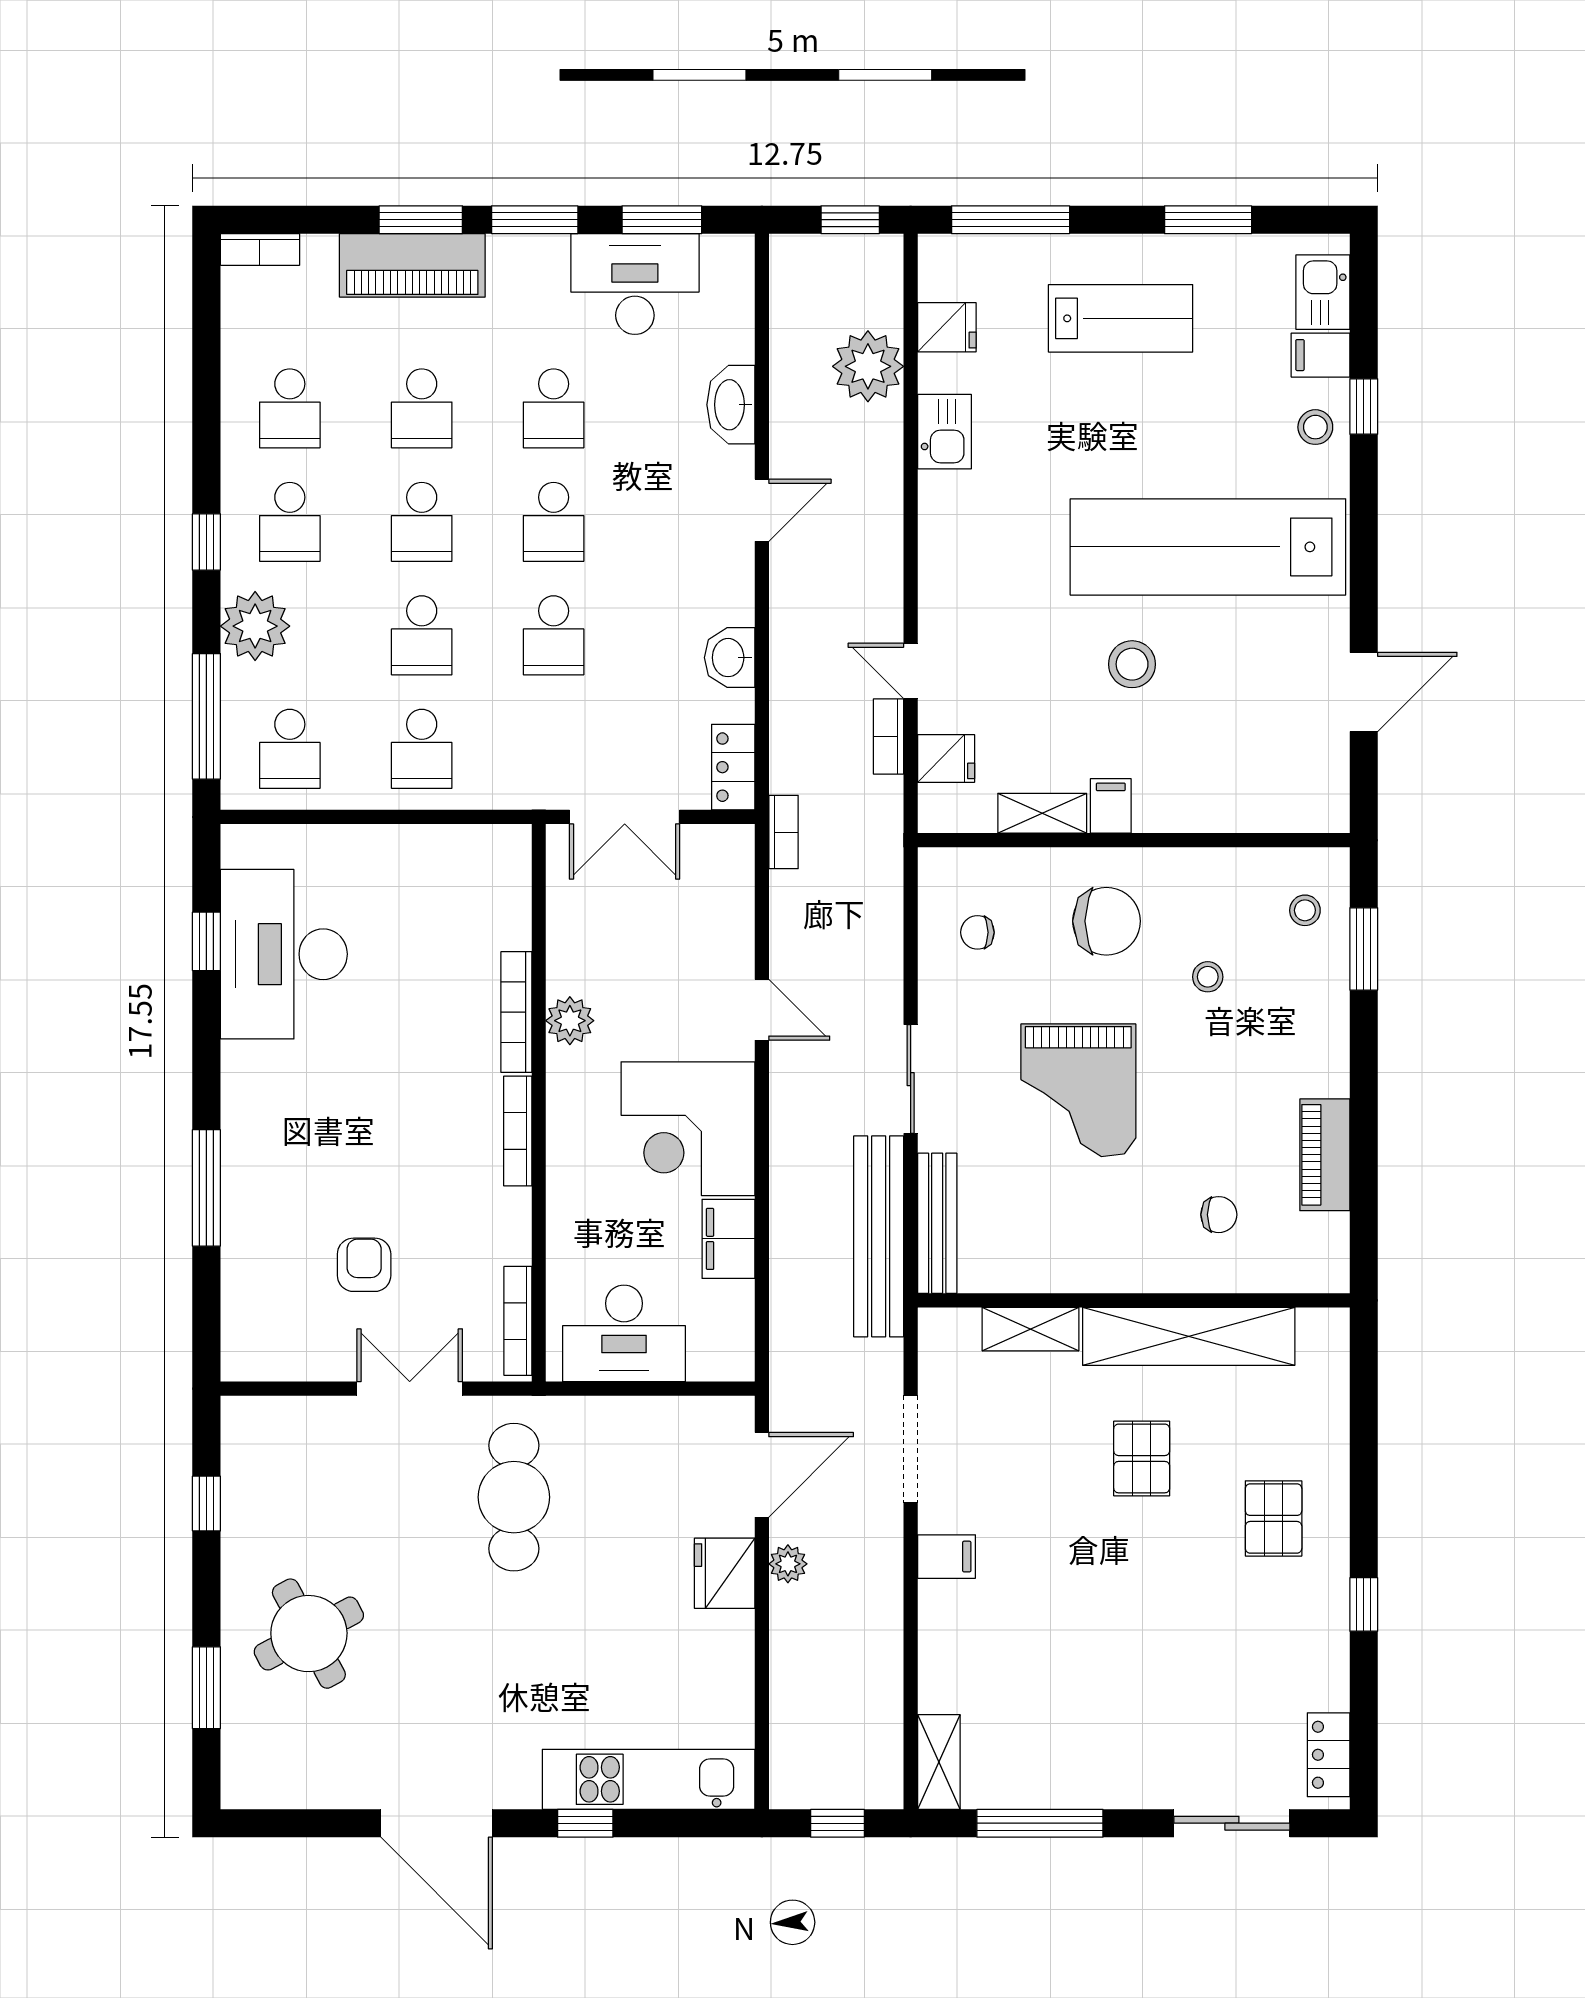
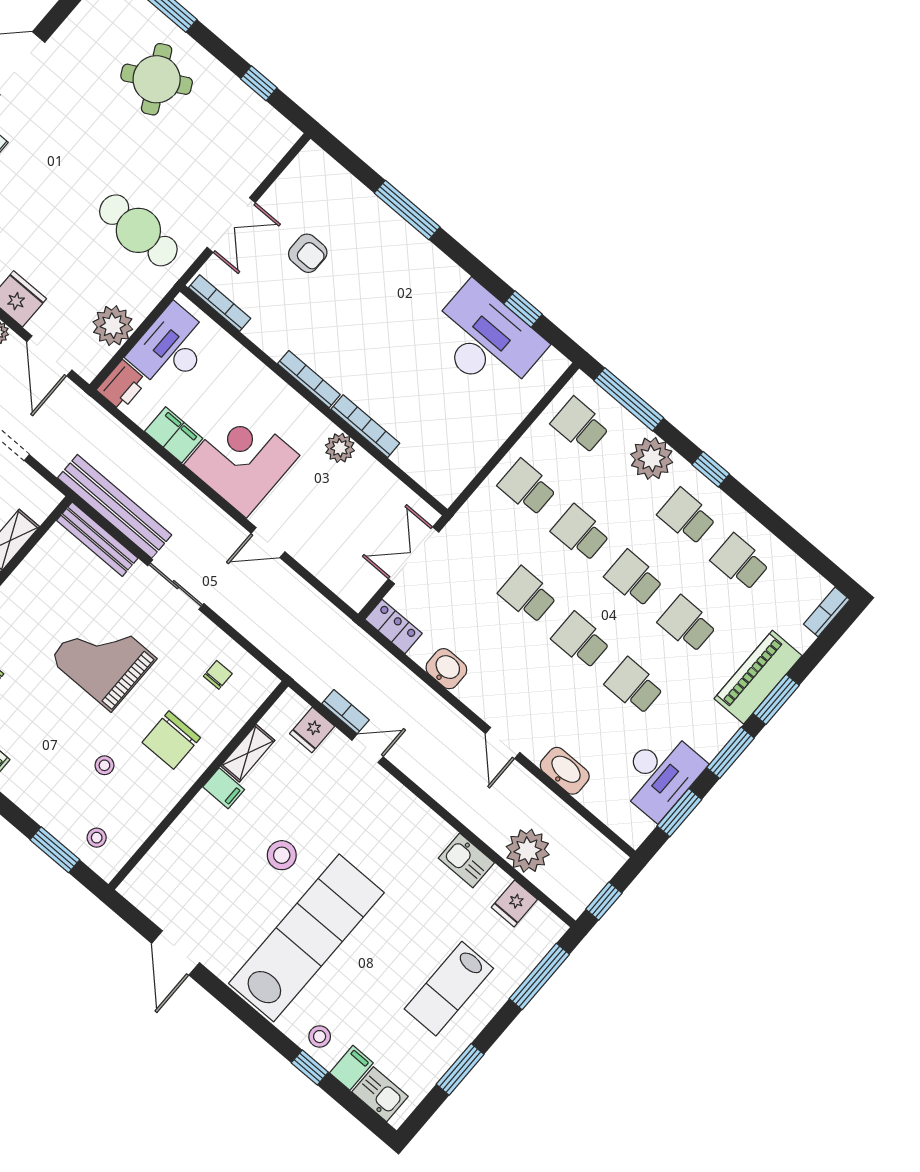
bookcase: (784, 832) -> (343, 624), removed
printer: (722, 1355) -> (122, 385), added
plant: (658, 1429) -> (113, 326), added

